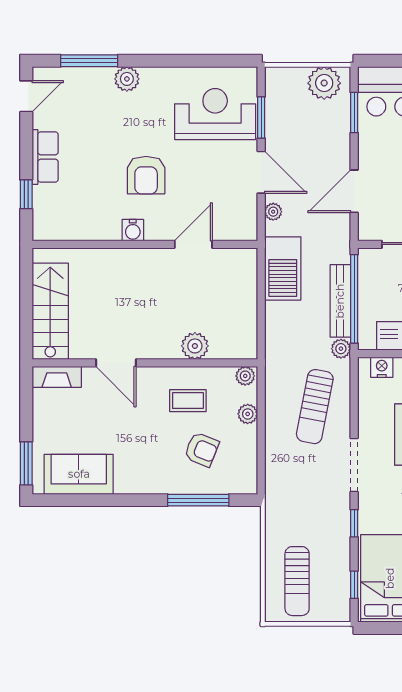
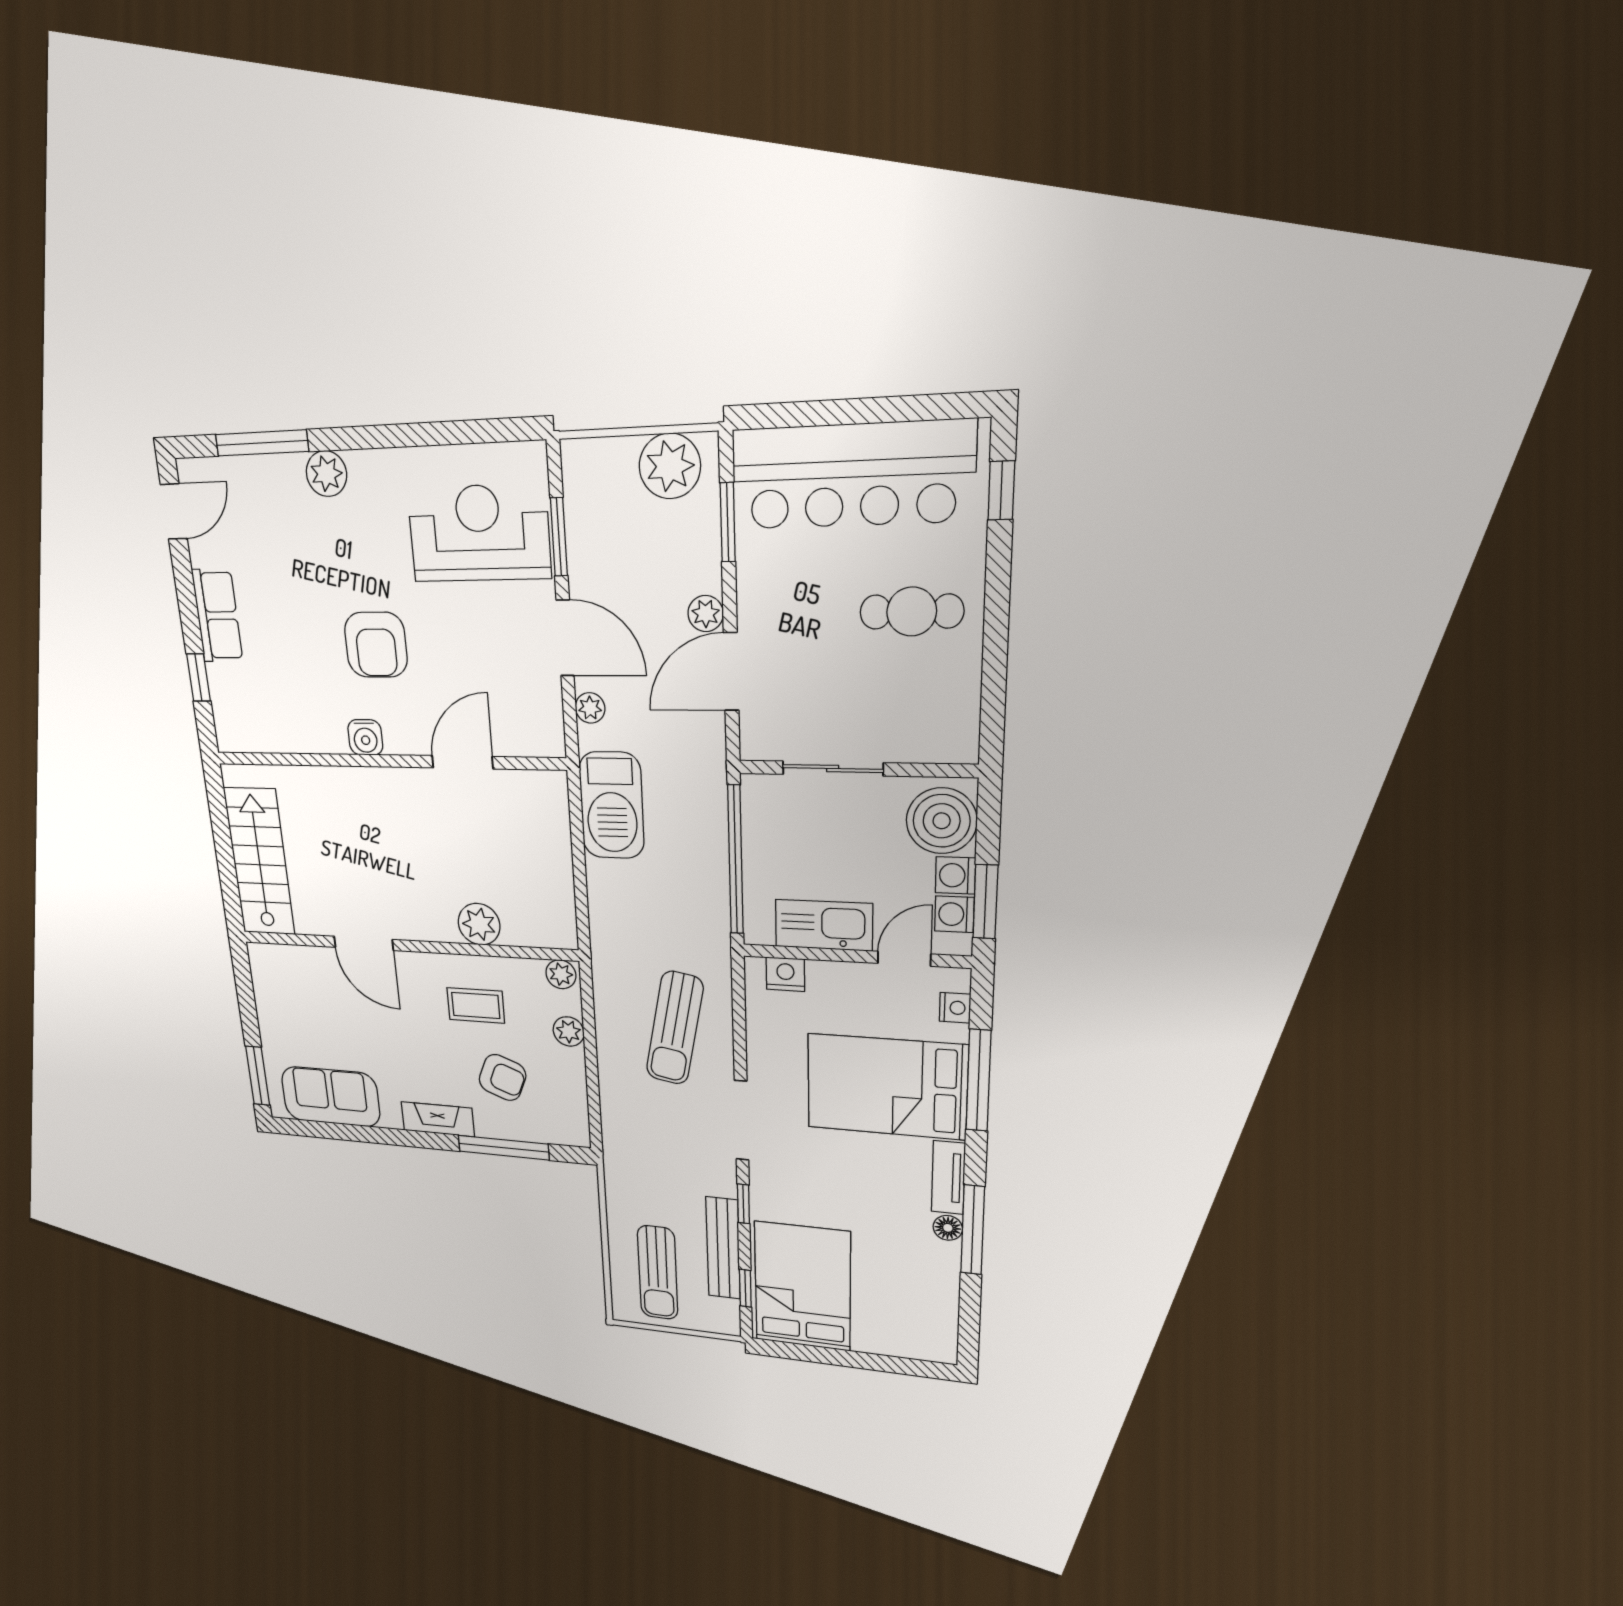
bench: (340, 301) -> (723, 1248), moved
plant: (341, 349) -> (706, 614), moved
fireplace: (57, 377) -> (438, 1119), moved, turned 180

